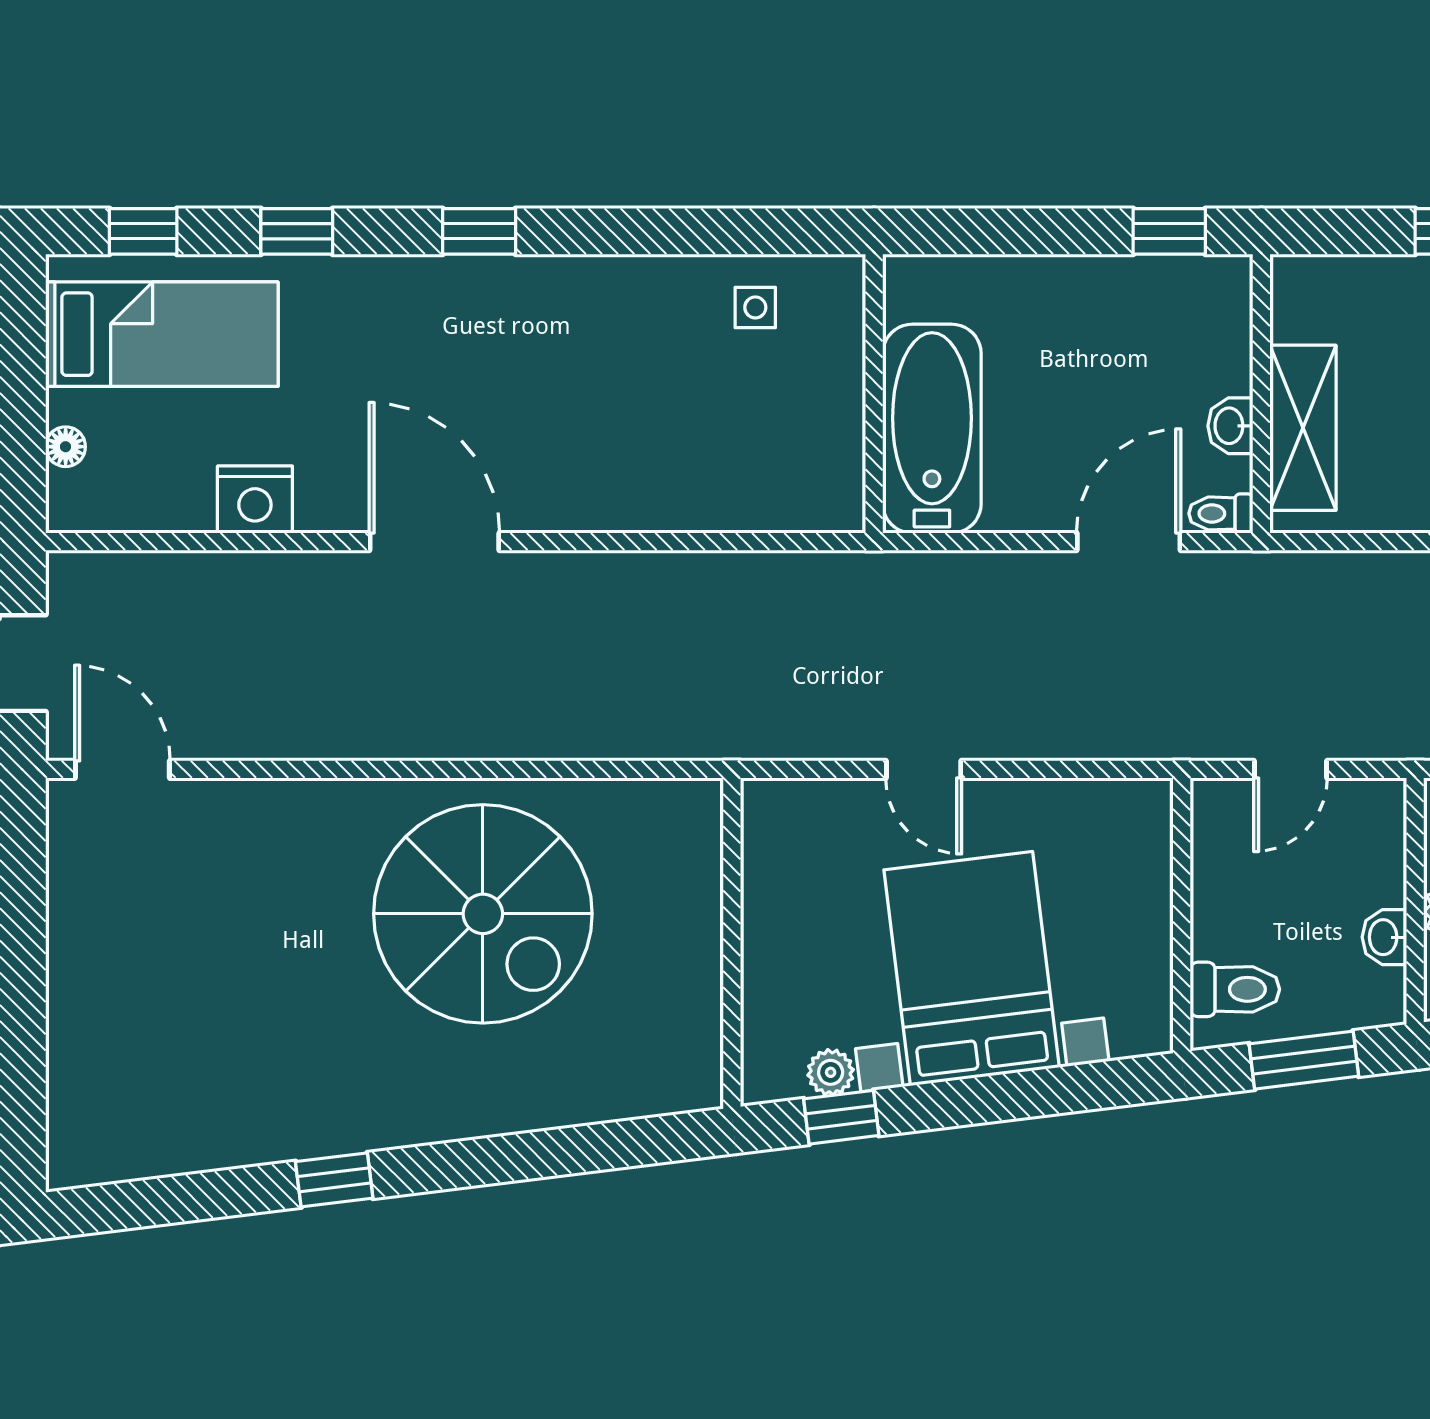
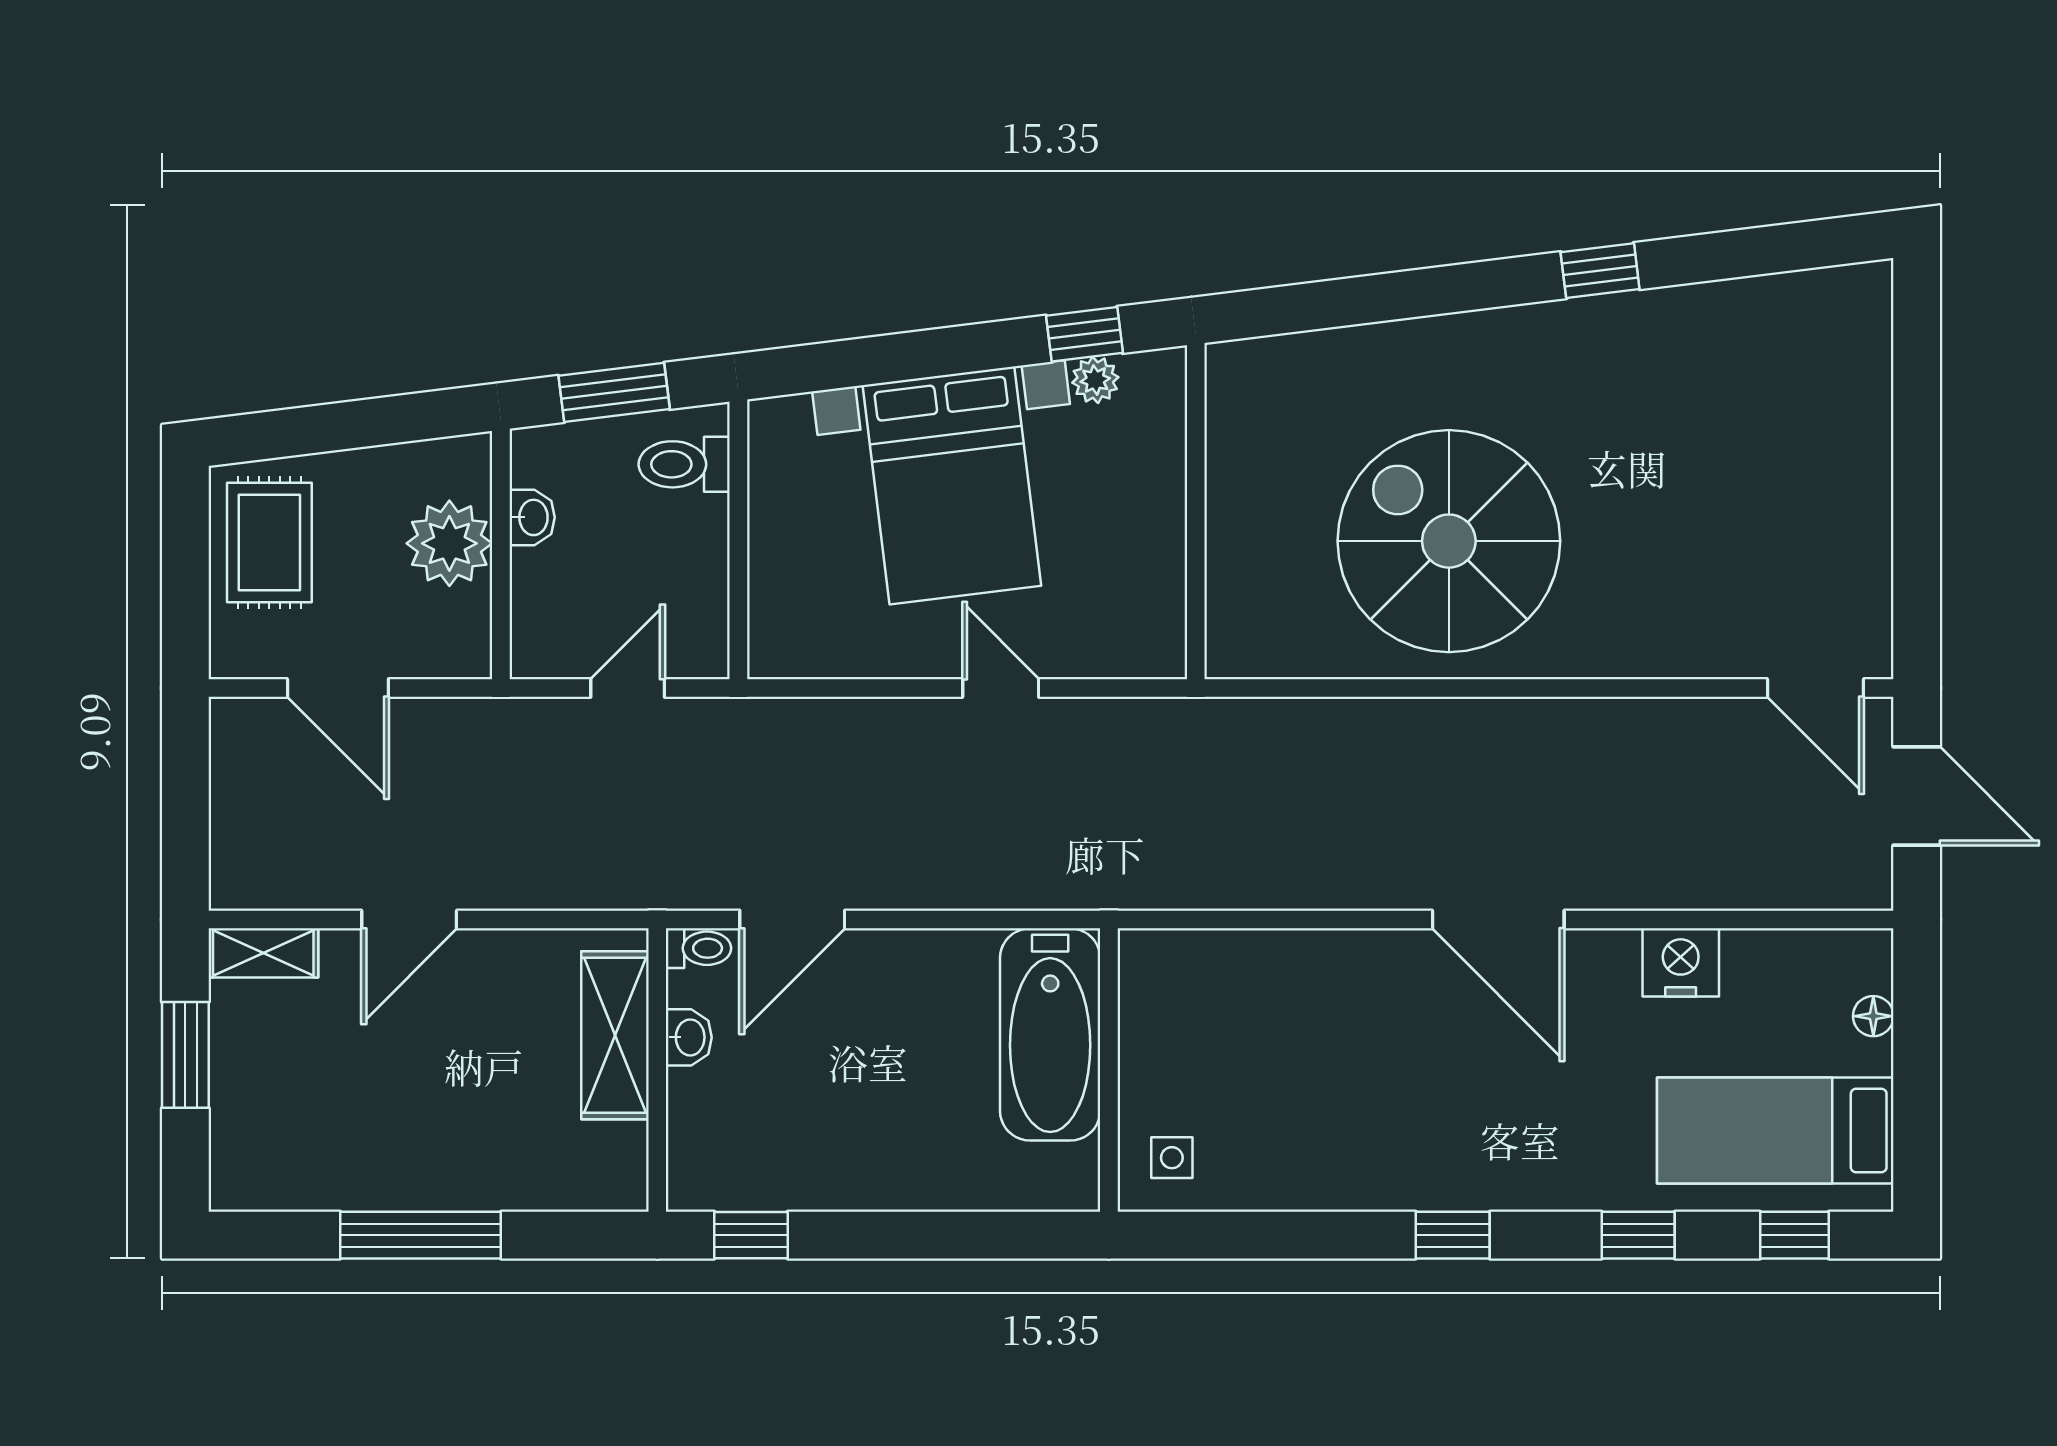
wall: (874, 394) -> (1109, 1070), moved
bathtub: (932, 429) -> (1050, 1034), moved

